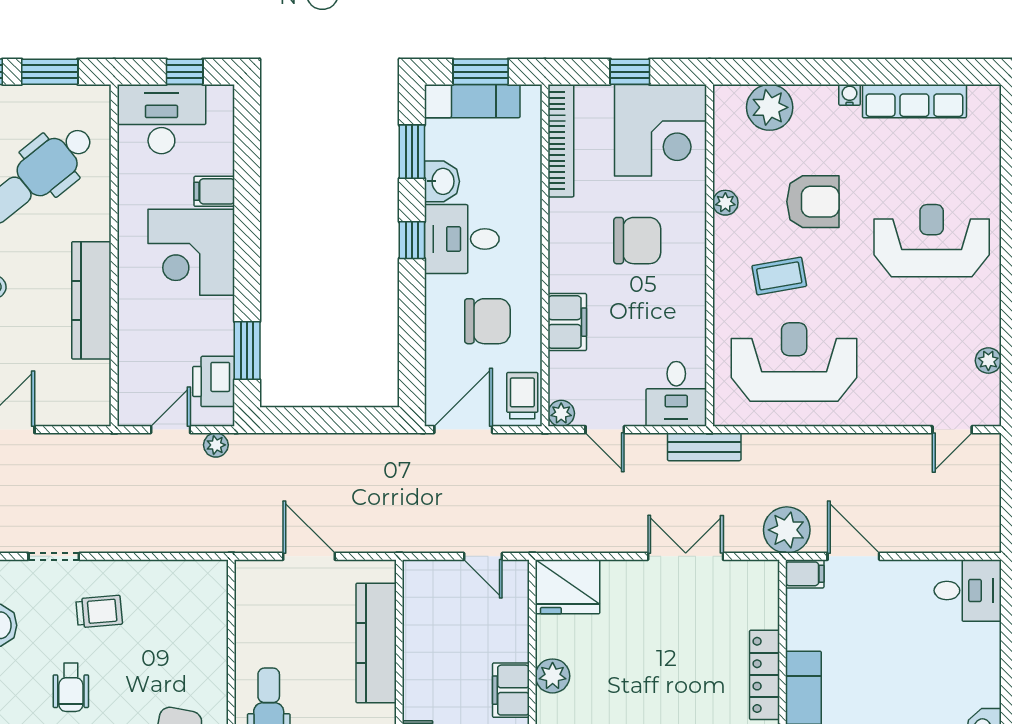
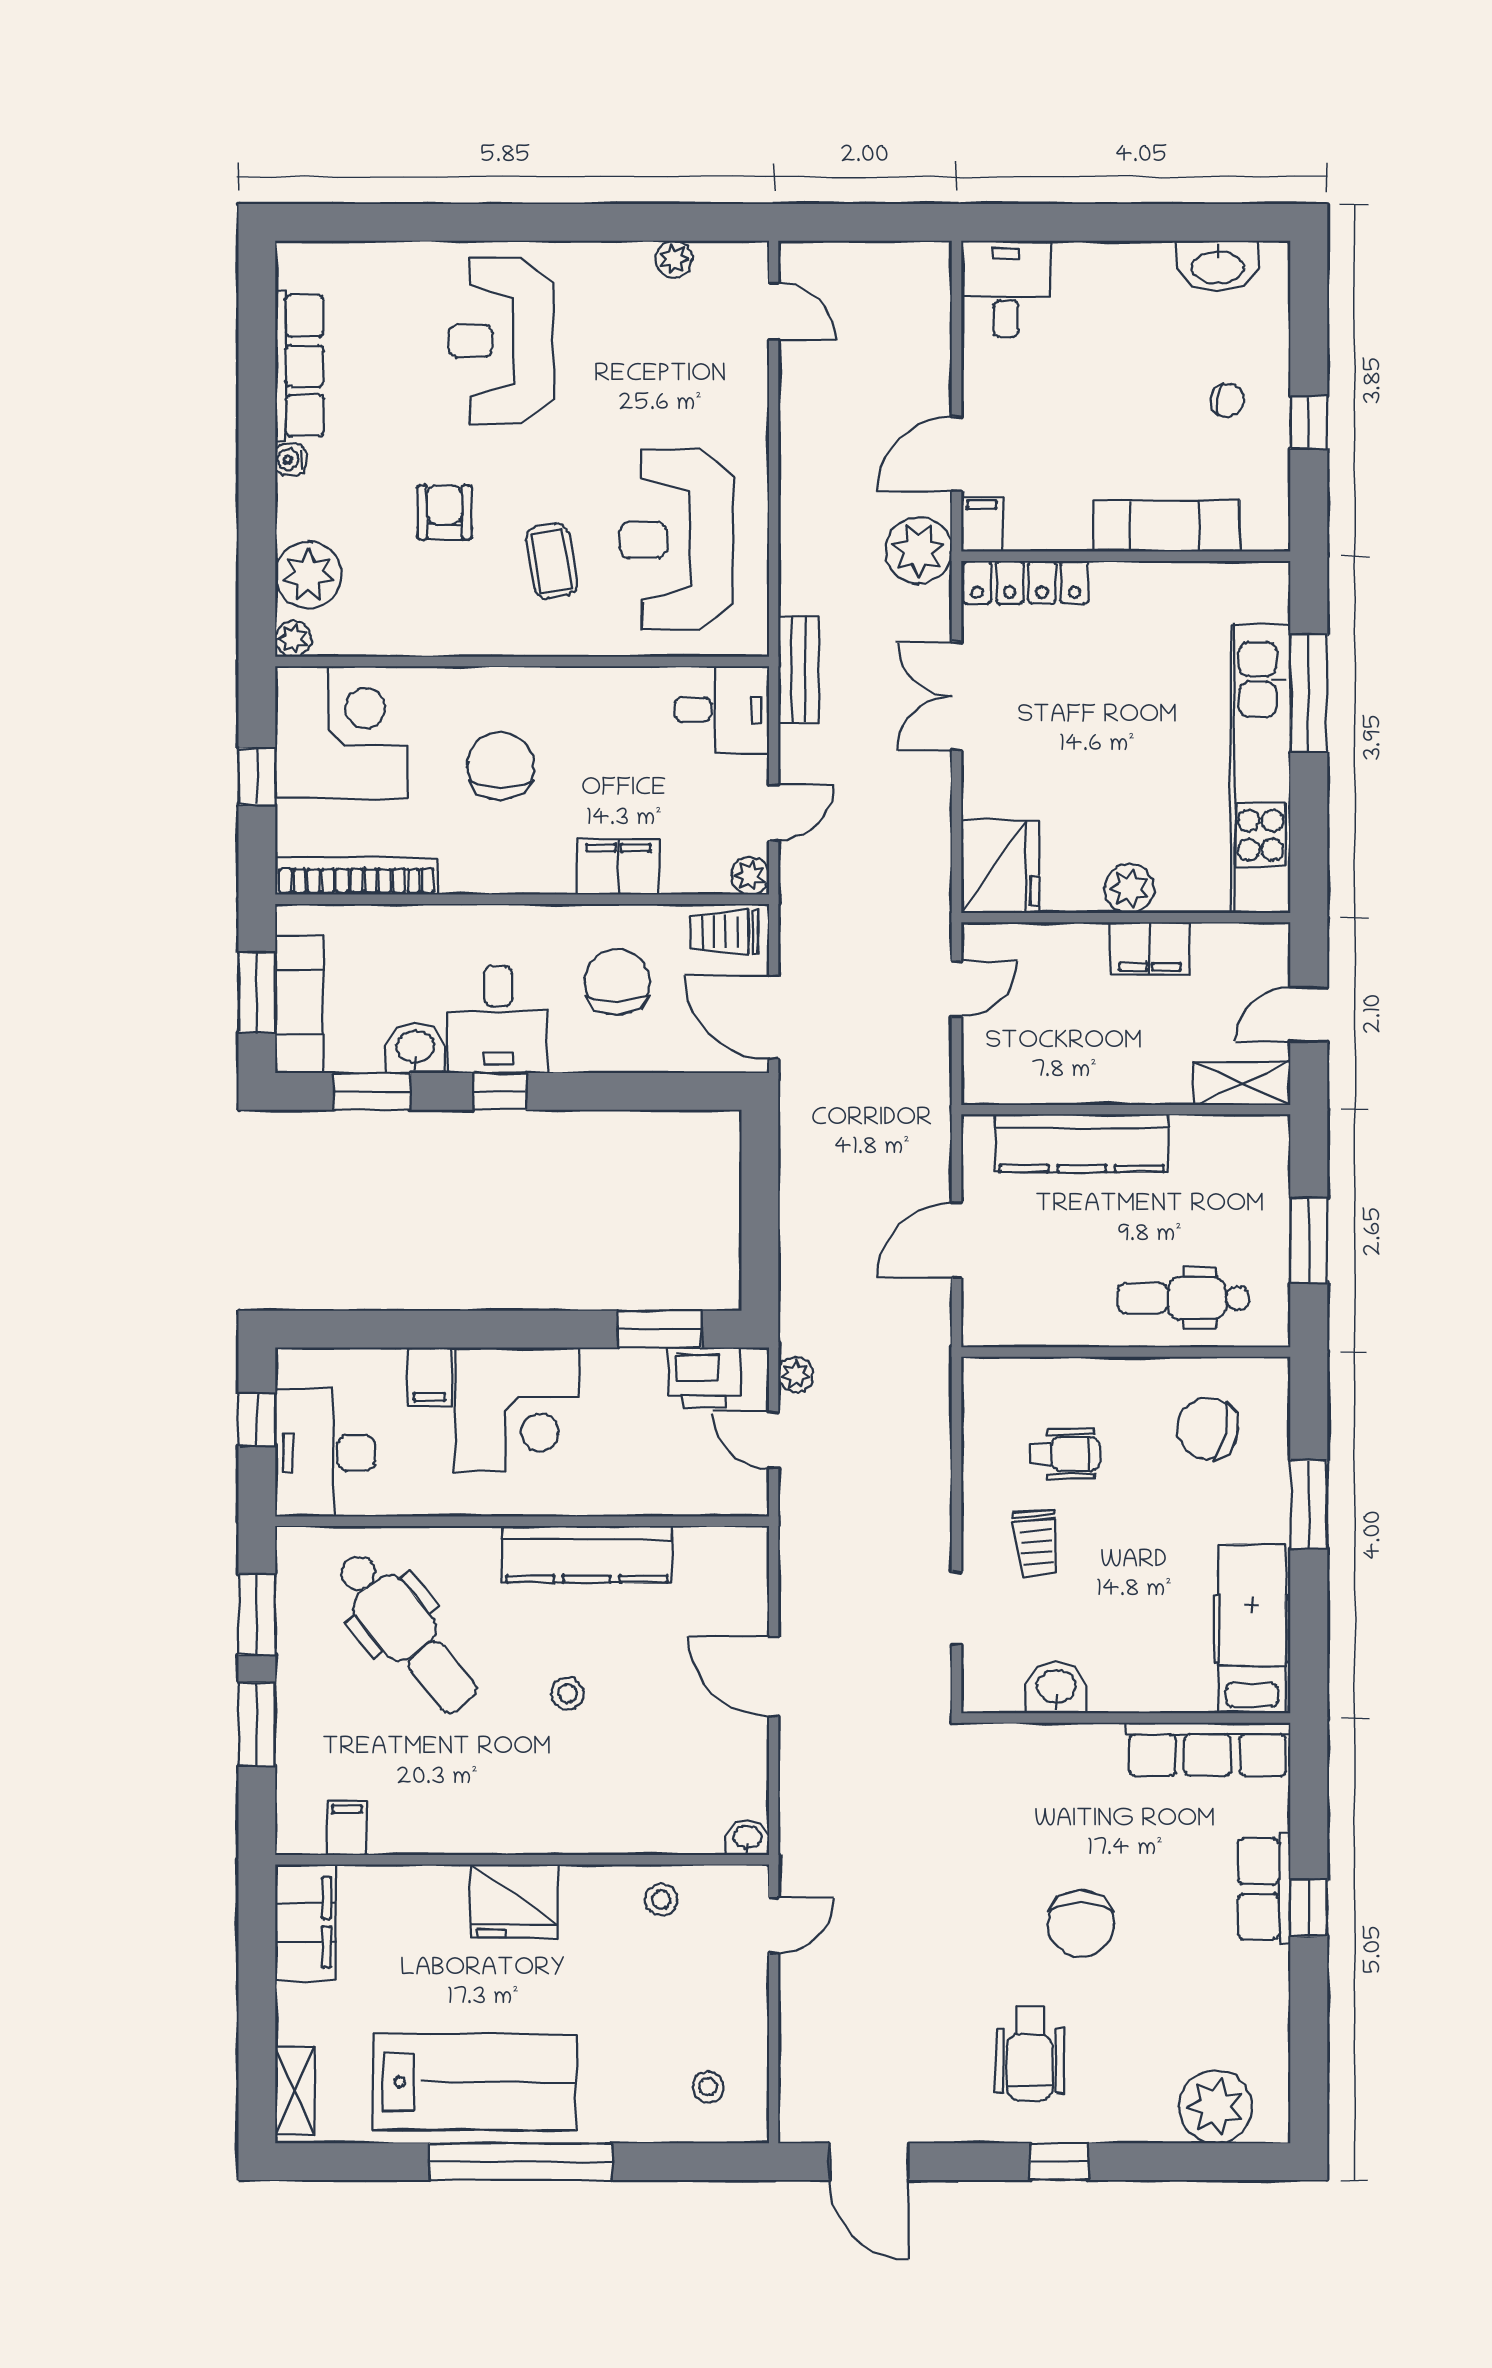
armchair: (813, 202) -> (444, 512), width x0.72, depth x0.72
plant: (725, 203) -> (293, 639), moved
trolley: (99, 612) -> (1036, 1543), turned 180
locker: (764, 675) -> (1026, 582), moved
wheelchair: (71, 687) -> (1065, 1454), moved

